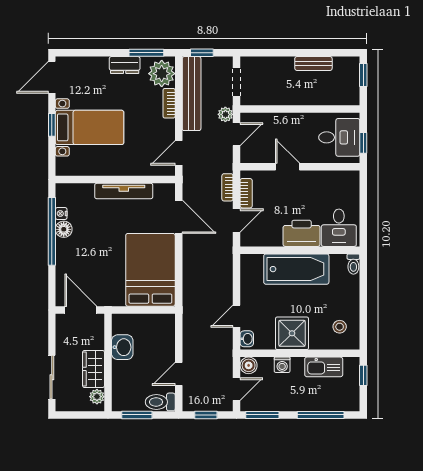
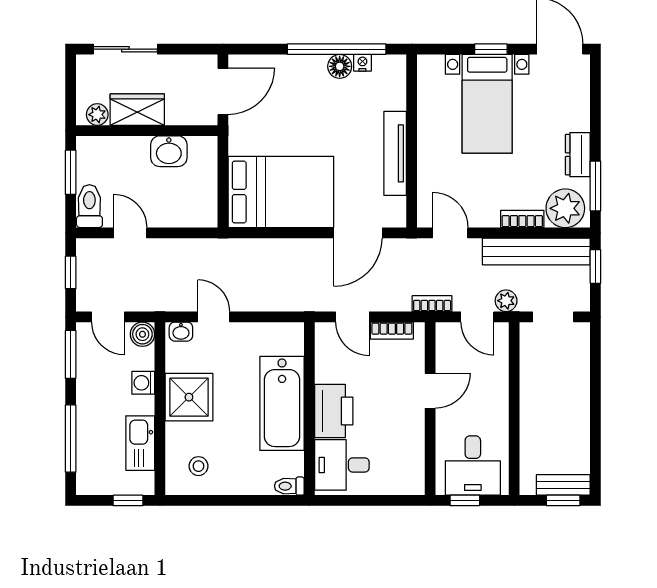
bench: (313, 63) -> (563, 485), moved, turned 90
bookcase: (227, 187) -> (432, 304), moved

